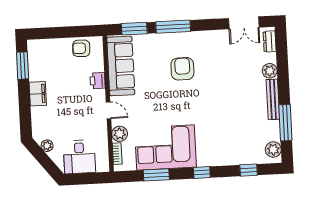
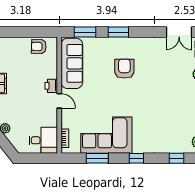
window: (173, 27) -> (118, 32), width x0.69
printer: (98, 81) -> (51, 86), moved
plant: (120, 134) -> (68, 121), removed
desk: (79, 157) -> (43, 140), moved, turned -90

